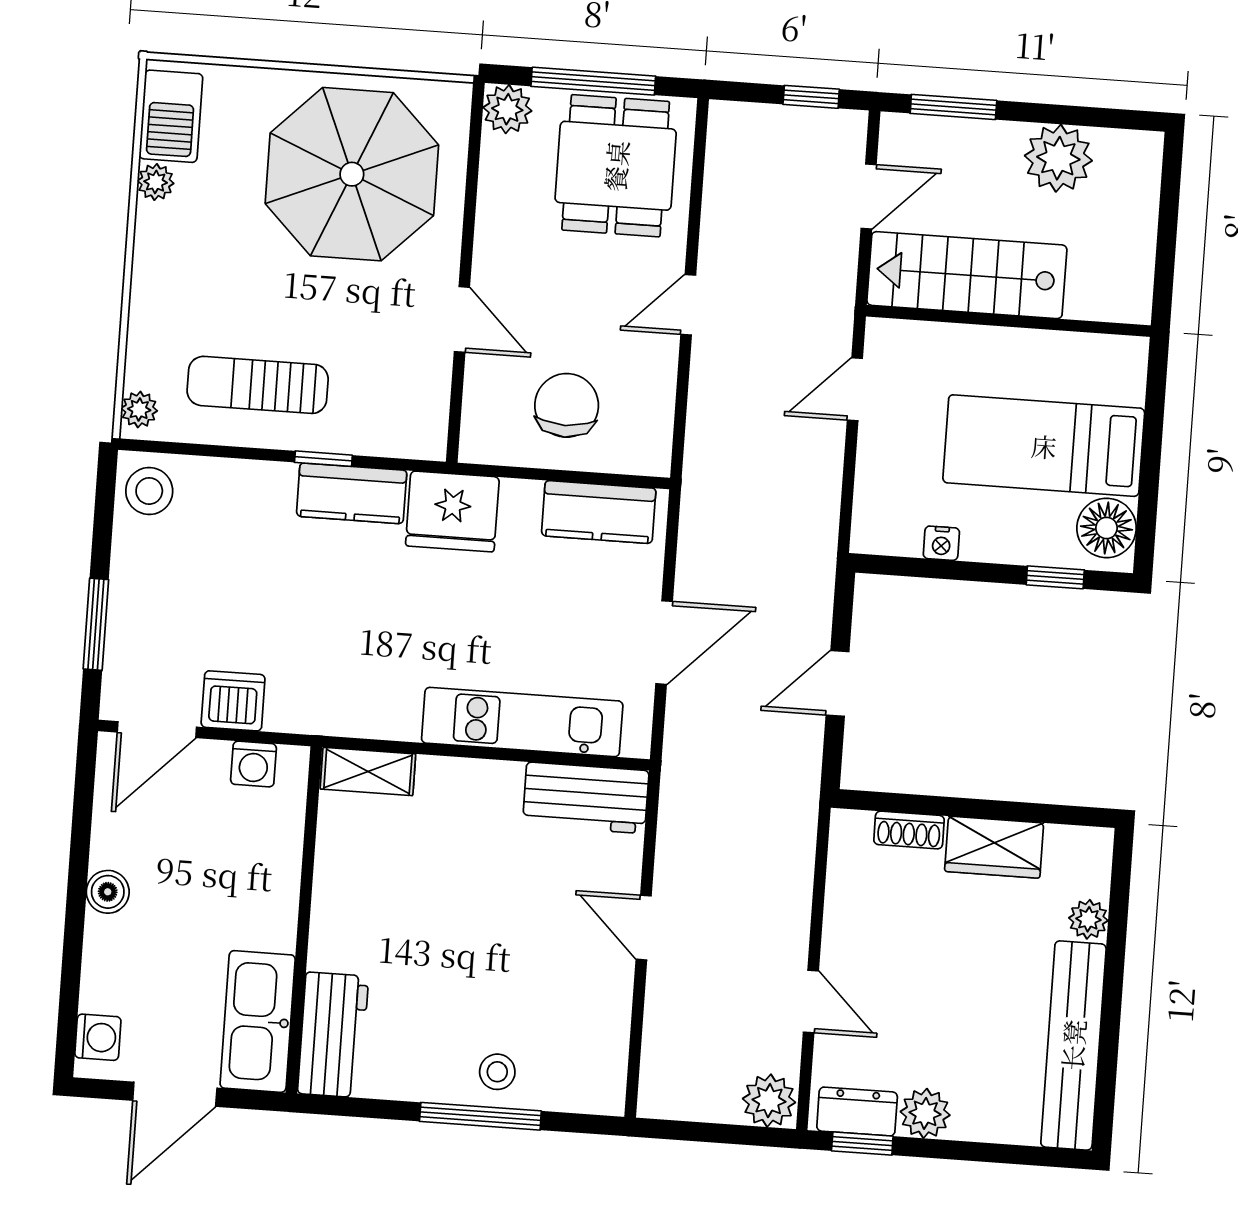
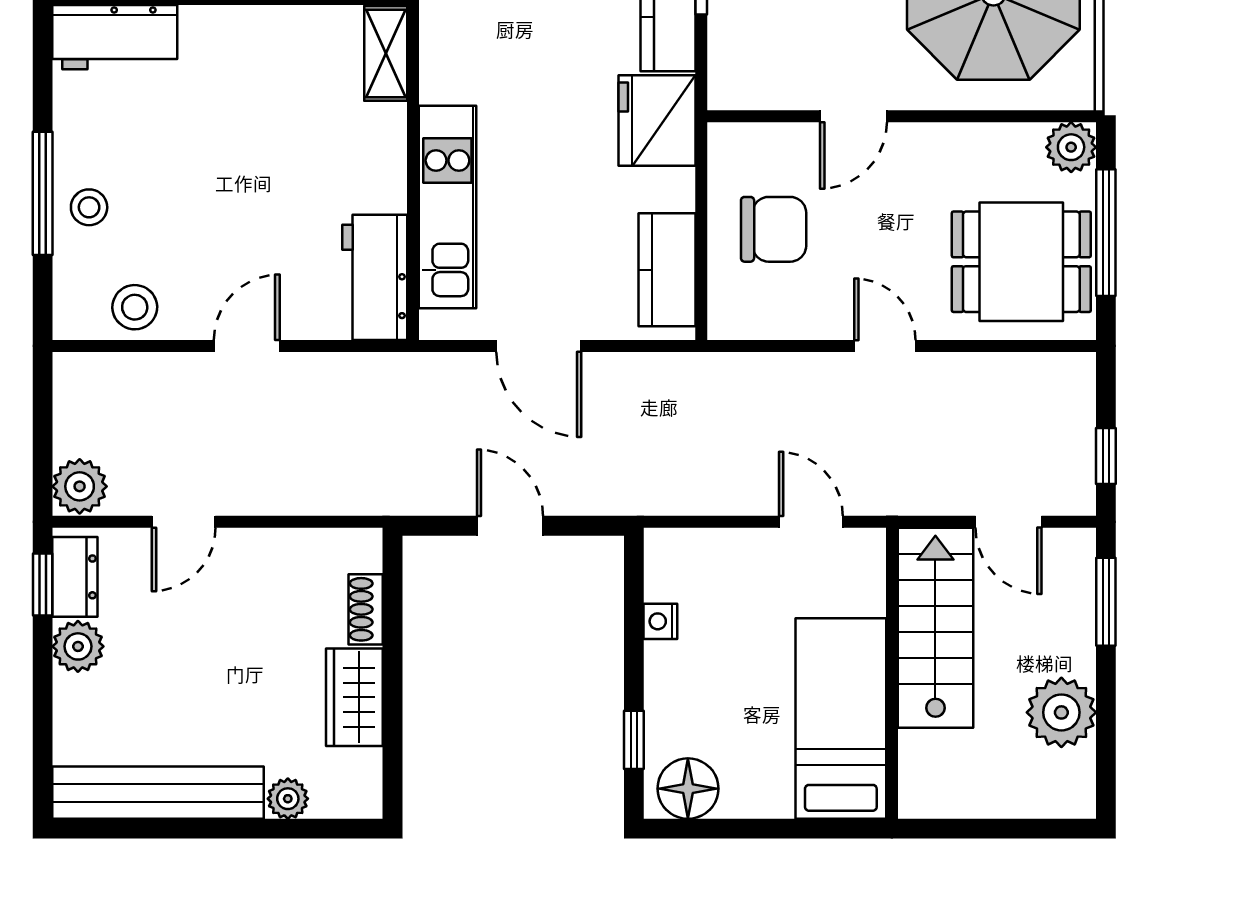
bed: (1044, 446) -> (841, 719), moved
stool: (598, 1034) -> (135, 307), added

